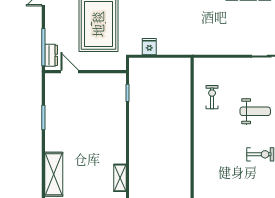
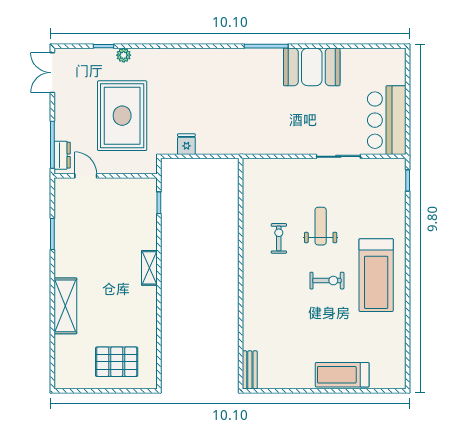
exercise bike: (212, 97) -> (279, 238), moved
weight bench: (255, 111) -> (321, 226), turned -90
shelving: (120, 178) -> (149, 268), moved

